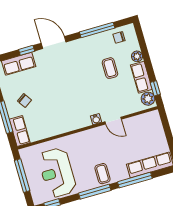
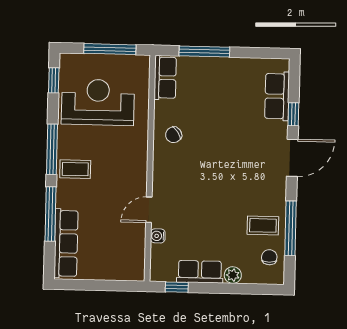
coffee table: (110, 68) -> (263, 225), moved
plant: (148, 99) -> (165, 272), removed
chair: (24, 101) -> (174, 135), moved
water cooler: (96, 119) -> (158, 236), moved
row of seats: (20, 131) -> (165, 78), moved, turned -90

